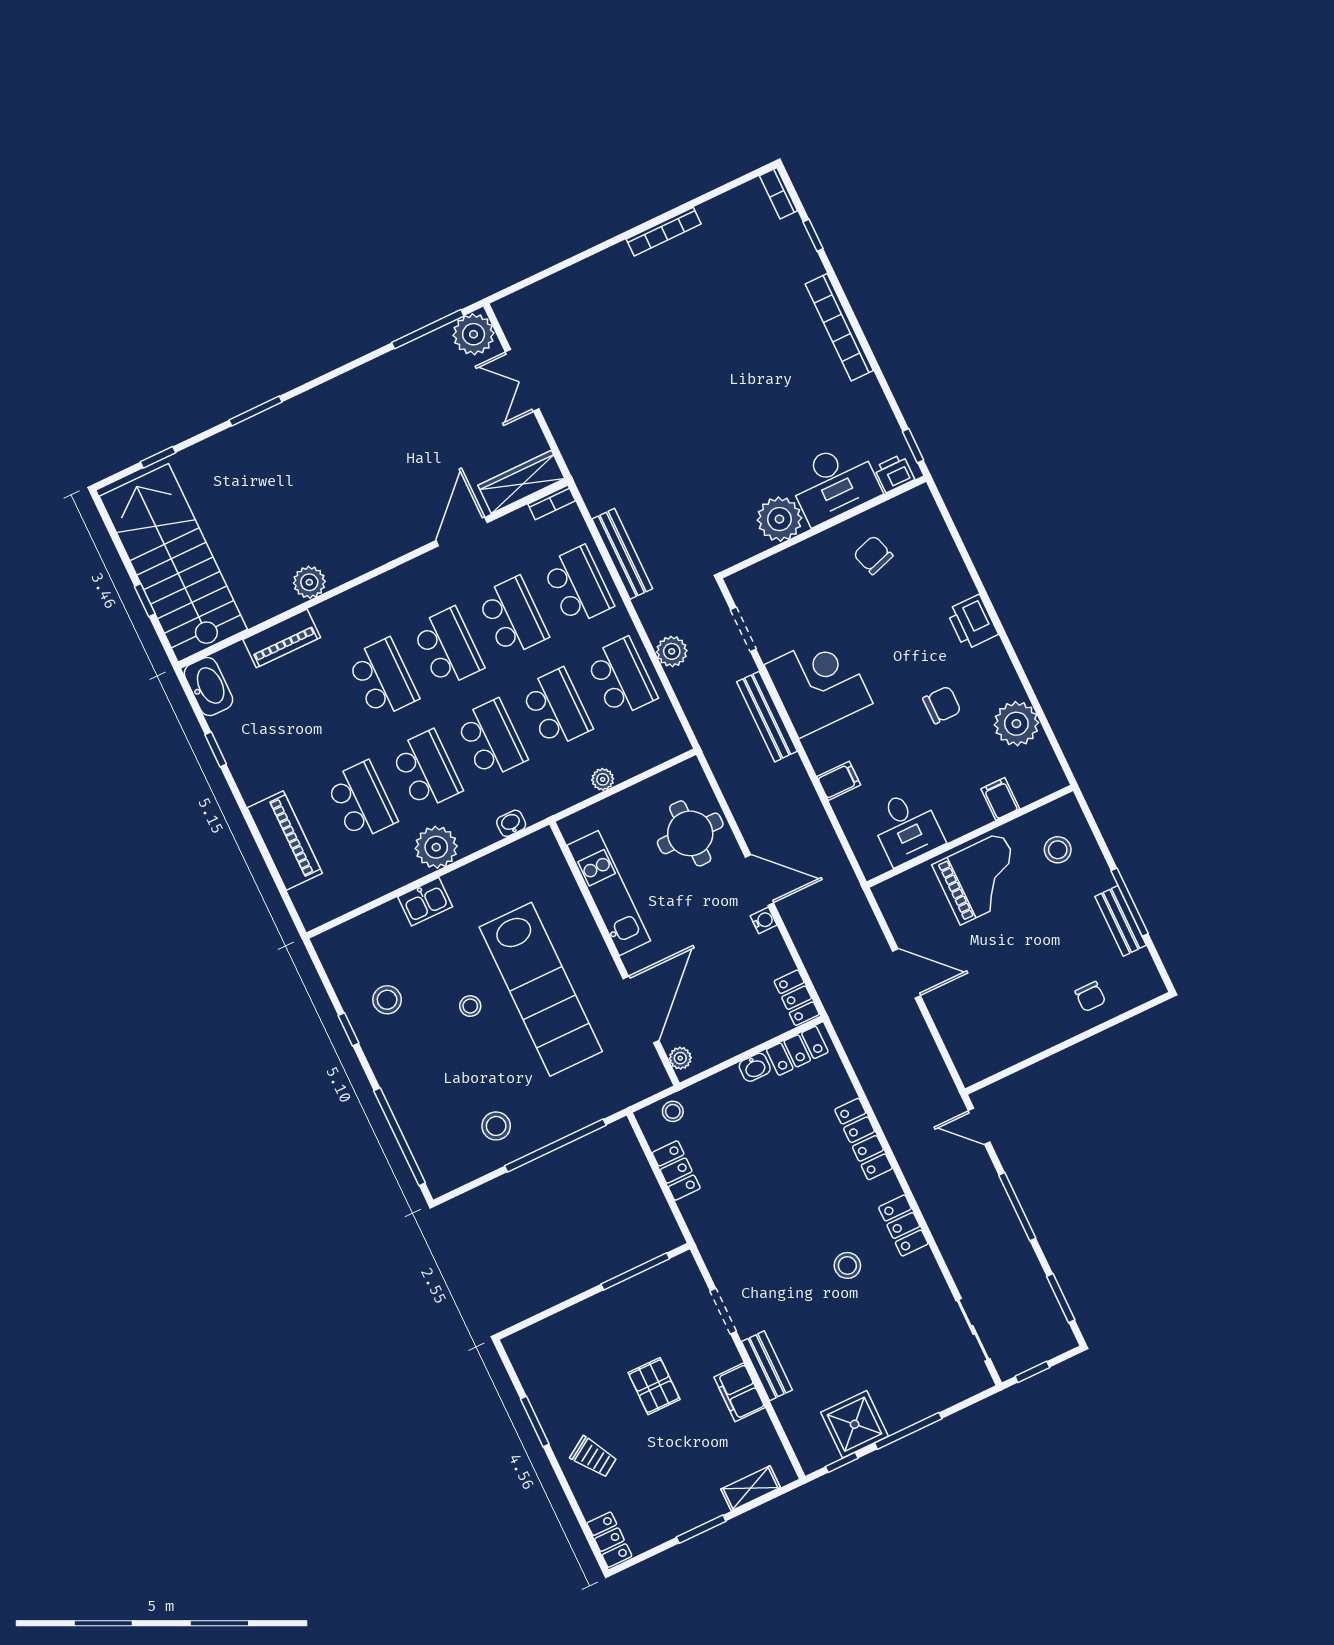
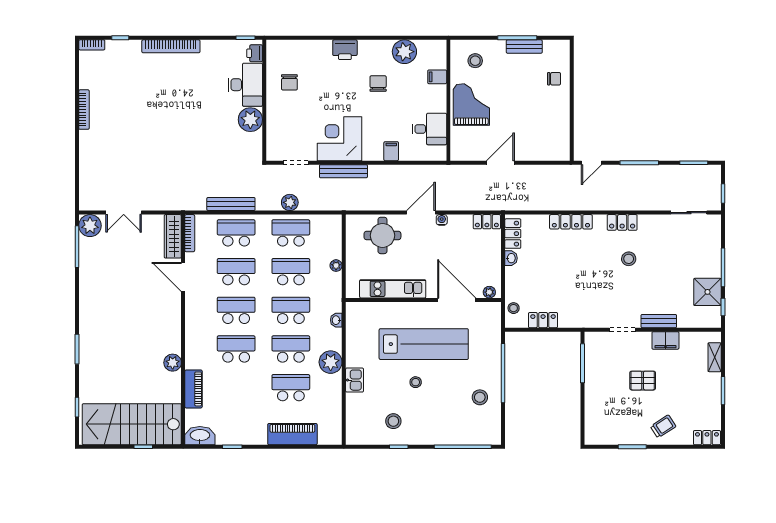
bookcase: (552, 502) -> (190, 233), width x1.56
chair: (873, 555) -> (289, 82), turned -72

